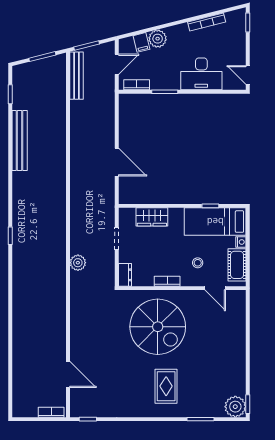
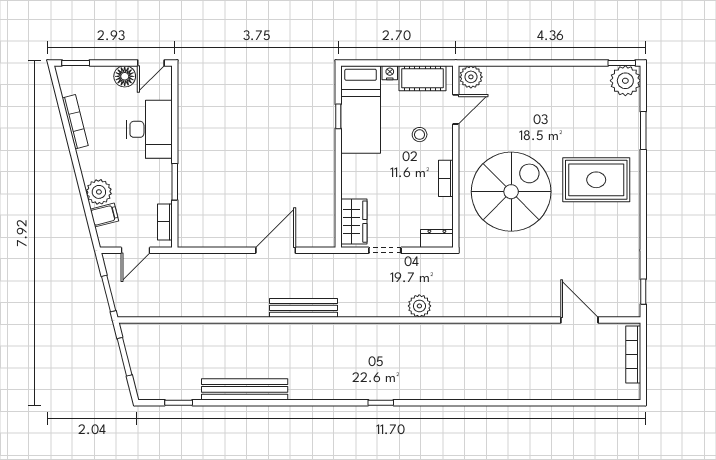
floor lamp: (238, 57) -> (125, 76), added
door: (117, 64) -> (135, 250), swing flipped
bench: (77, 76) -> (303, 308), moved
wardrobe: (152, 217) -> (354, 222), moved
plant: (238, 299) -> (471, 77), added
door: (68, 375) -> (579, 320), hinge flipped
rug: (166, 386) -> (596, 180), width x1.36, depth x1.43
bookcase: (51, 412) -> (633, 354), width x1.56

